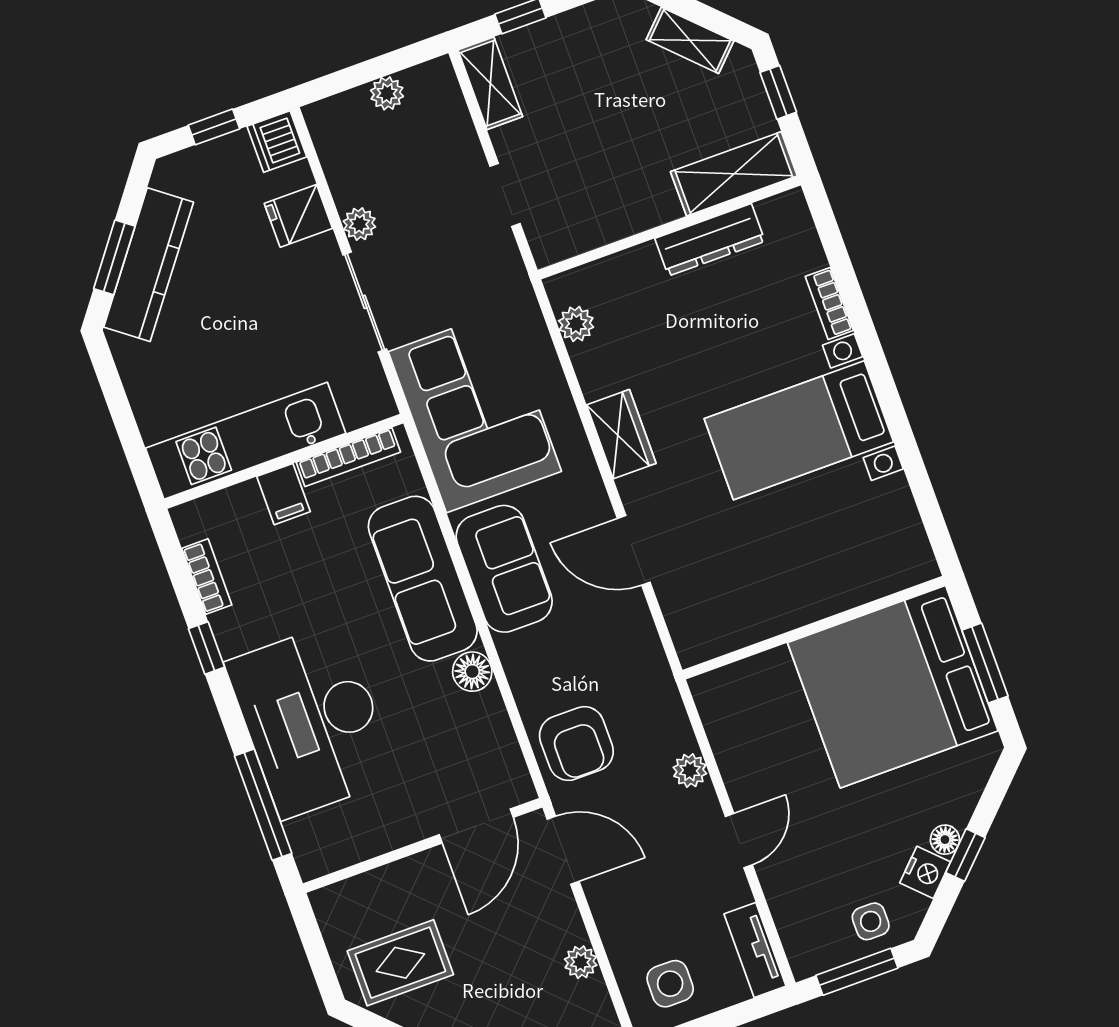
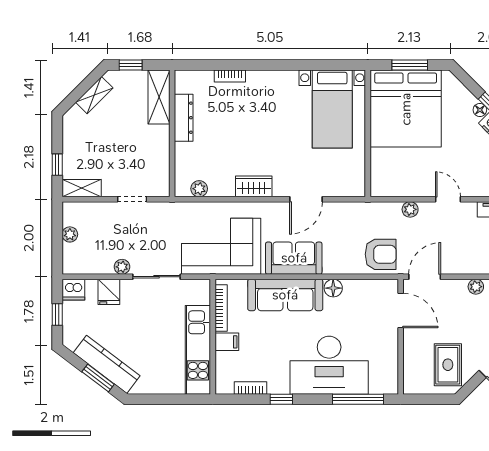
bed with nightstands: (799, 430) -> (332, 109), moved

